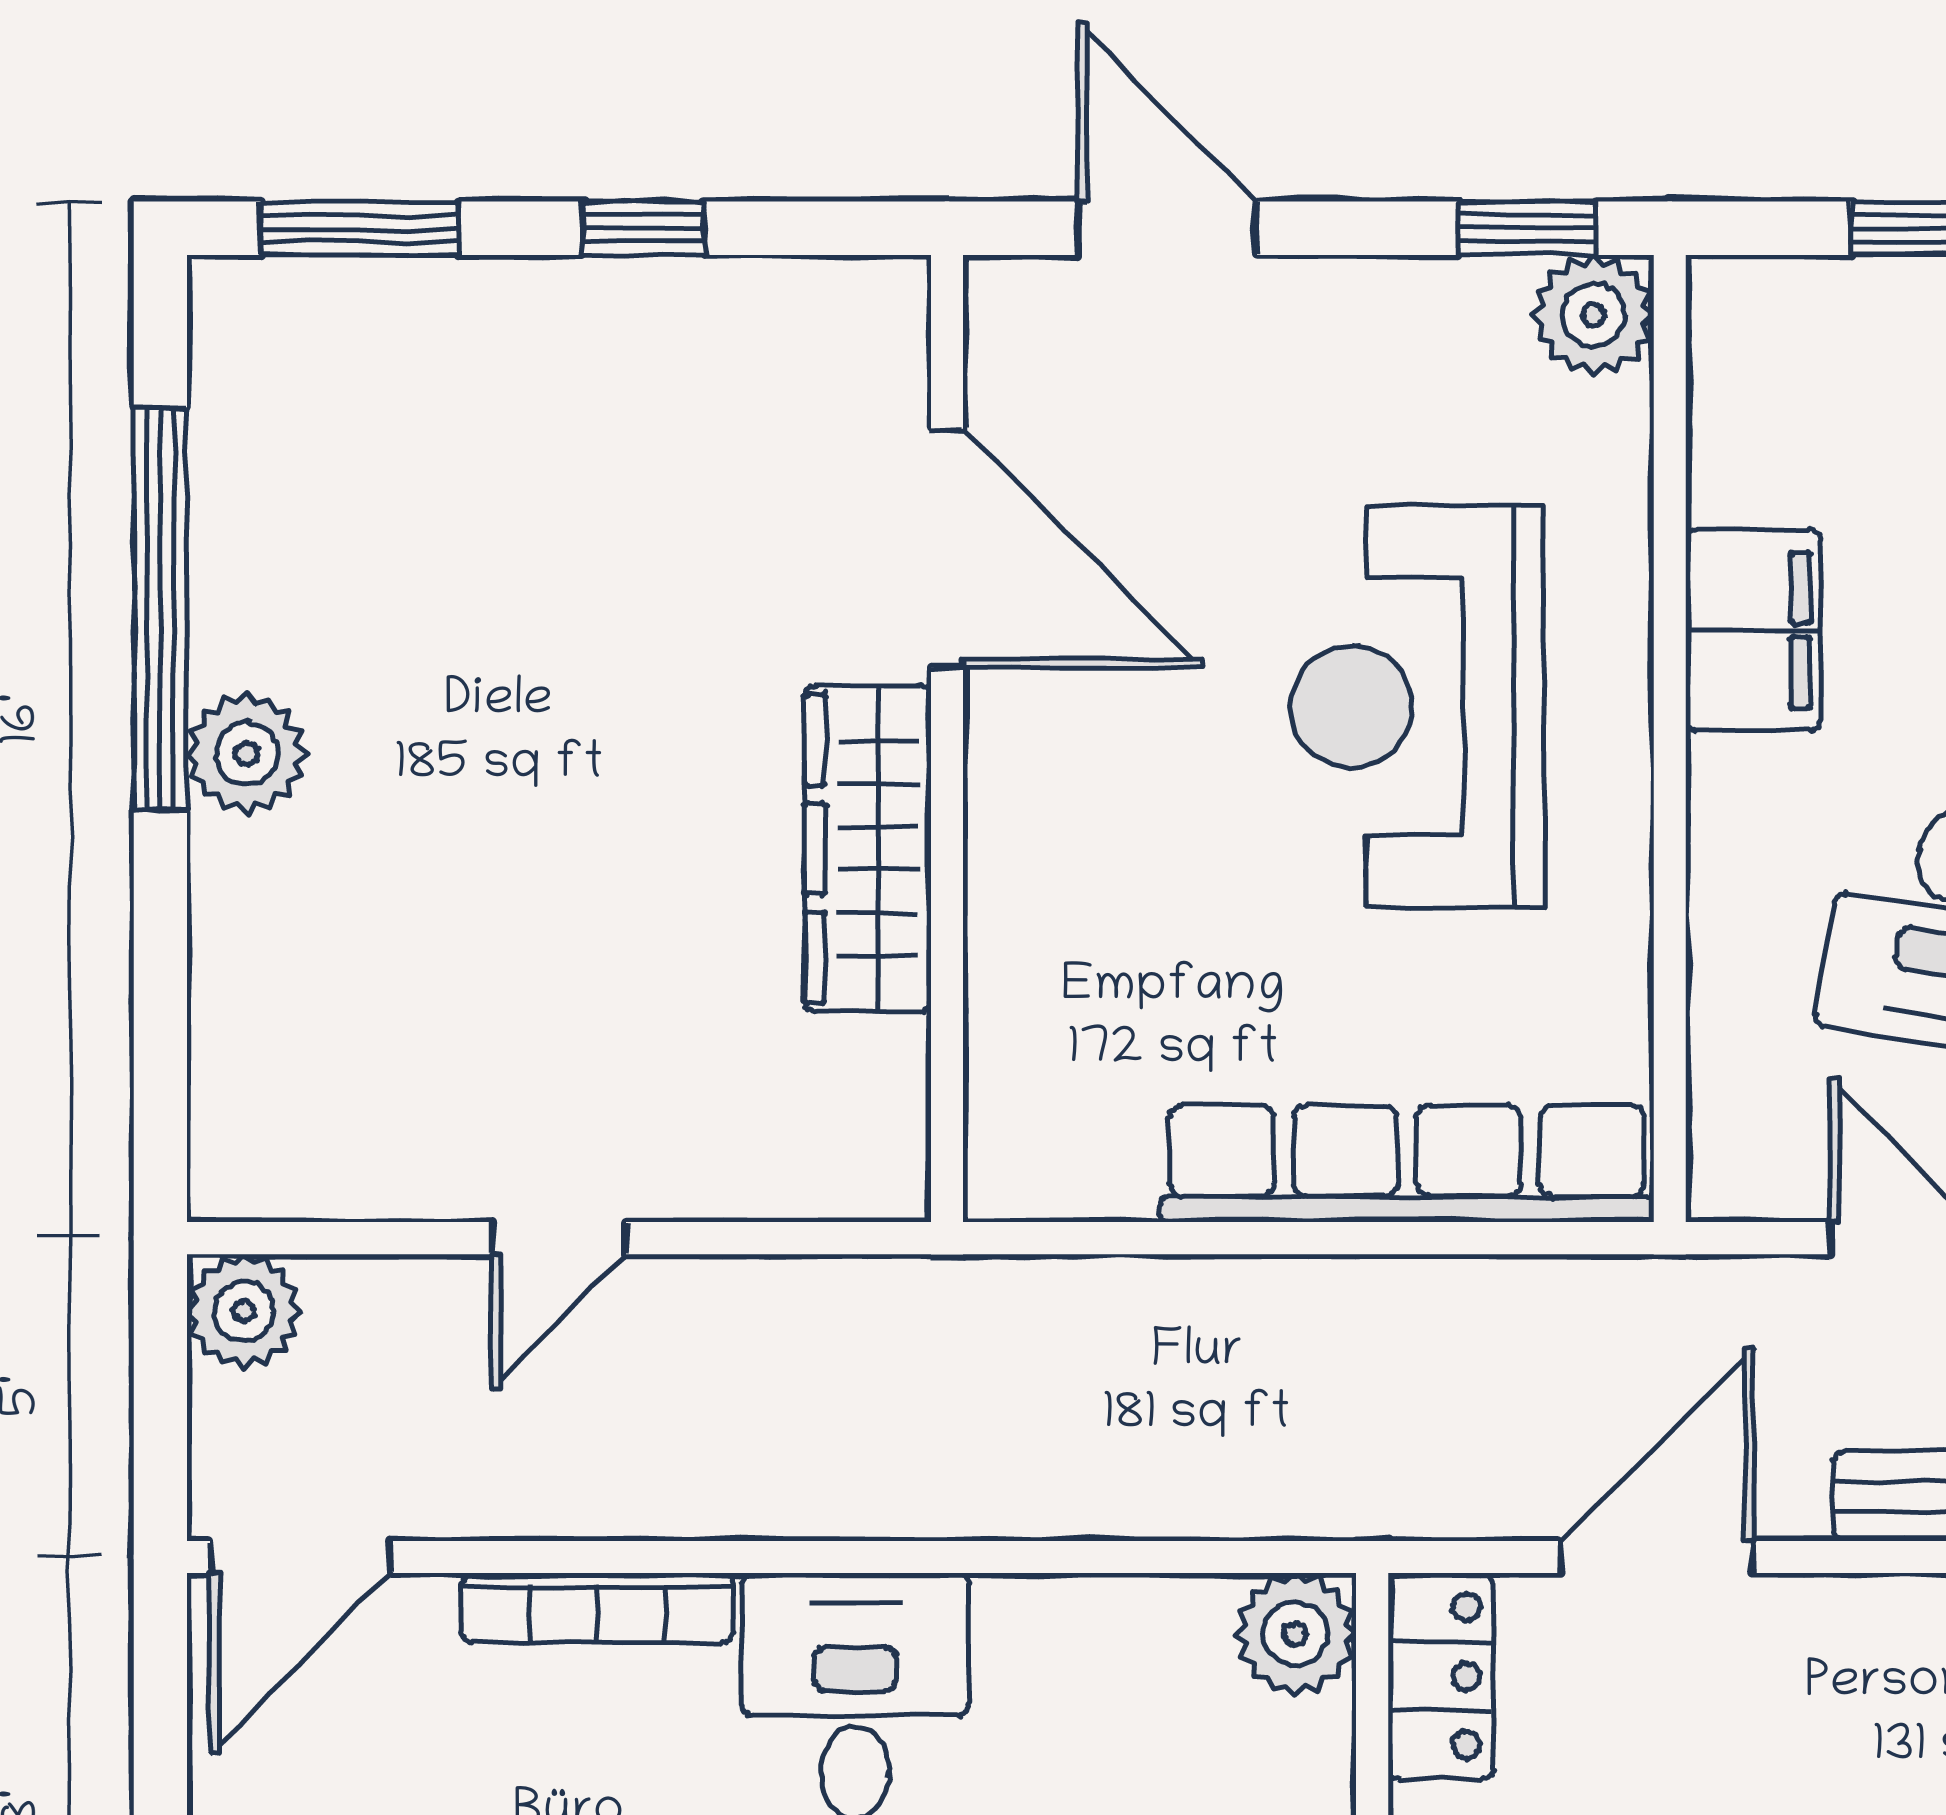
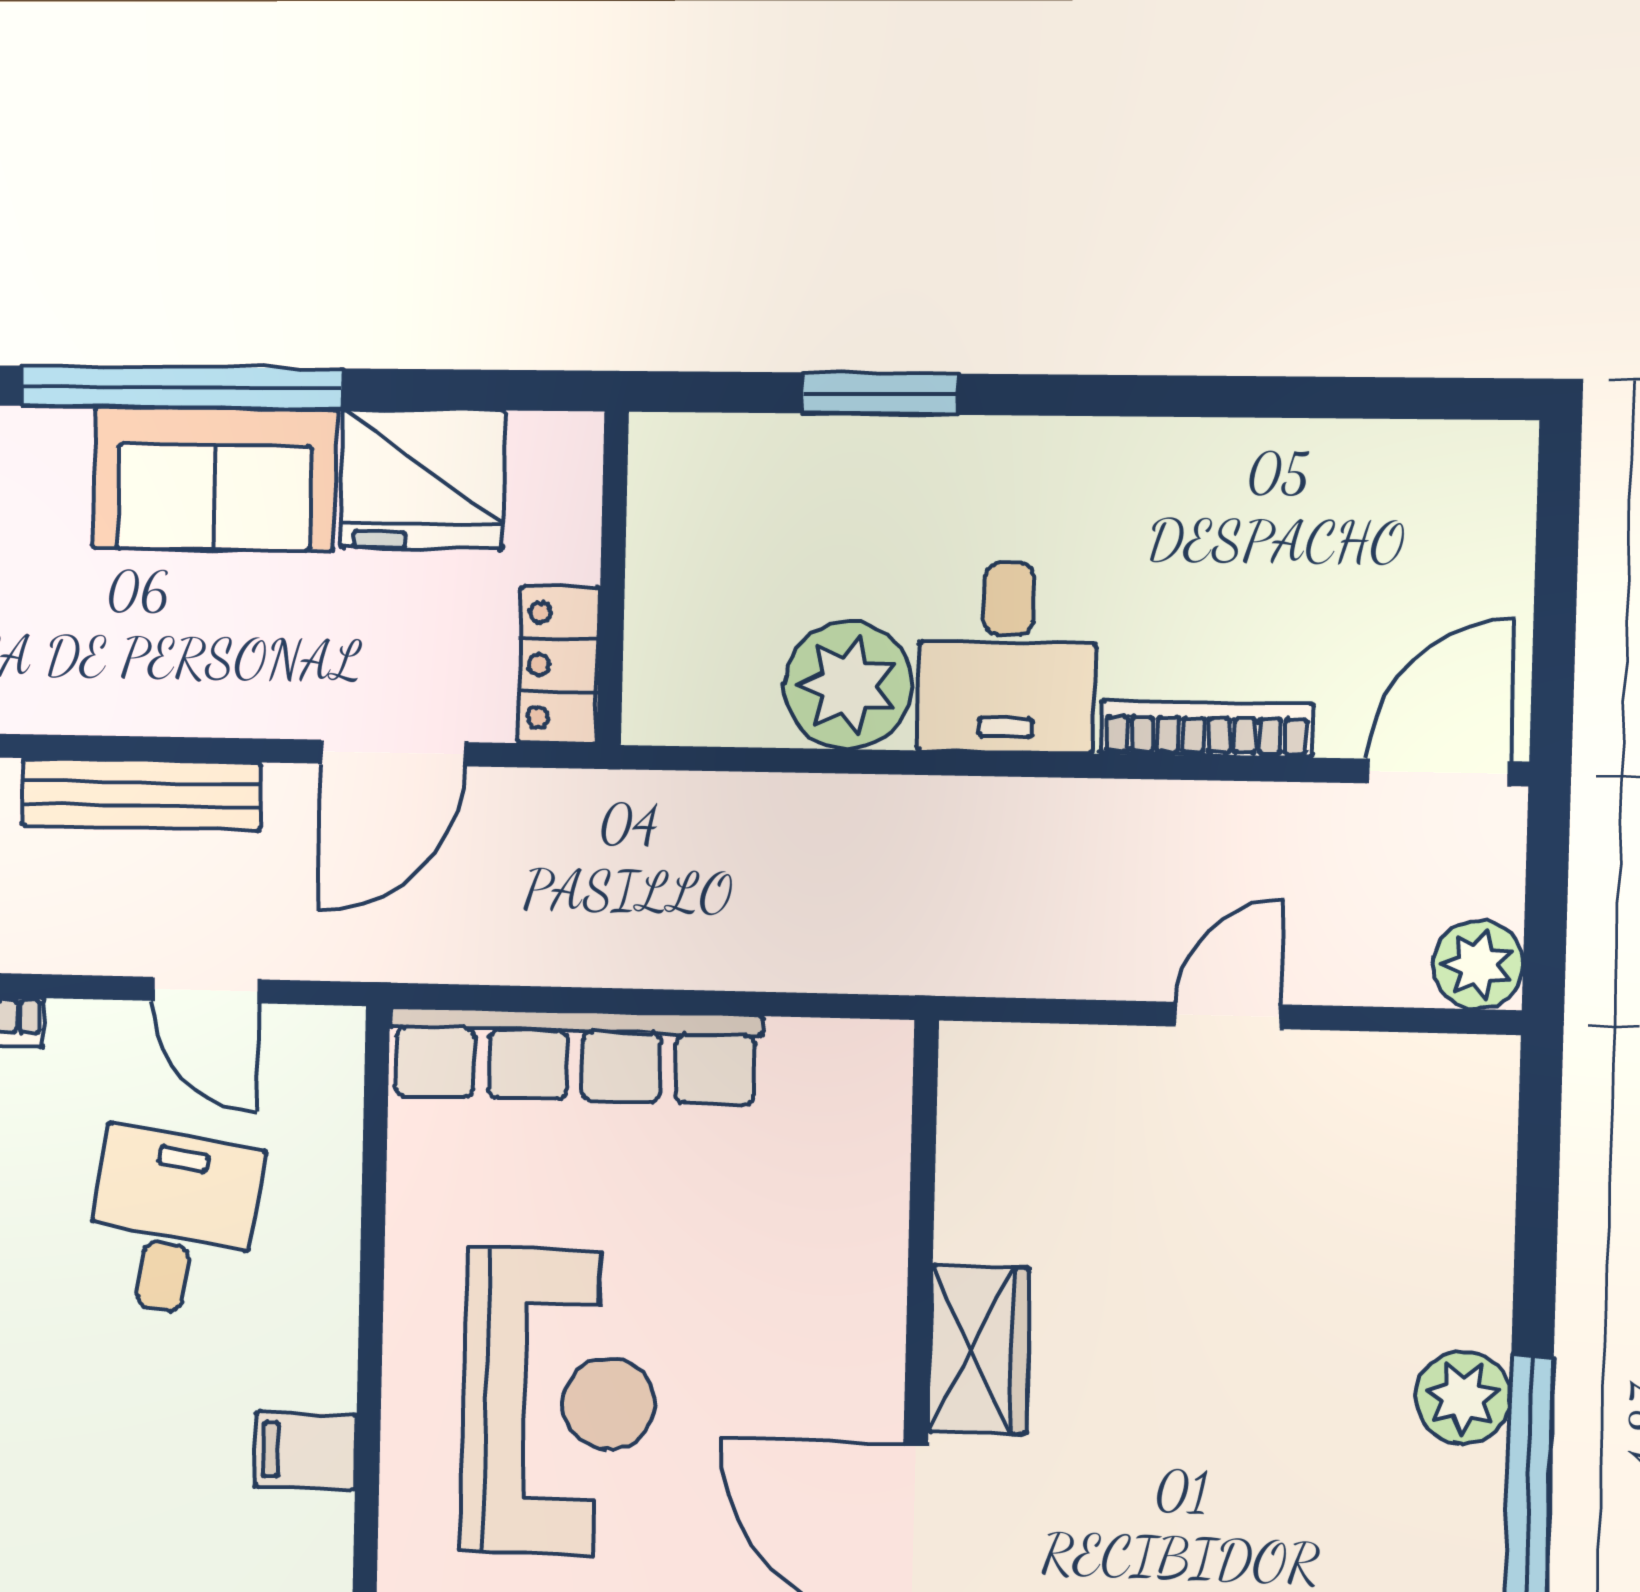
filing cabinet: (1753, 630) -> (306, 1451), width x0.50
wardrobe: (868, 849) -> (979, 1350), width x0.67
plant: (1295, 1634) -> (848, 685), moved, width x1.36, depth x1.36

